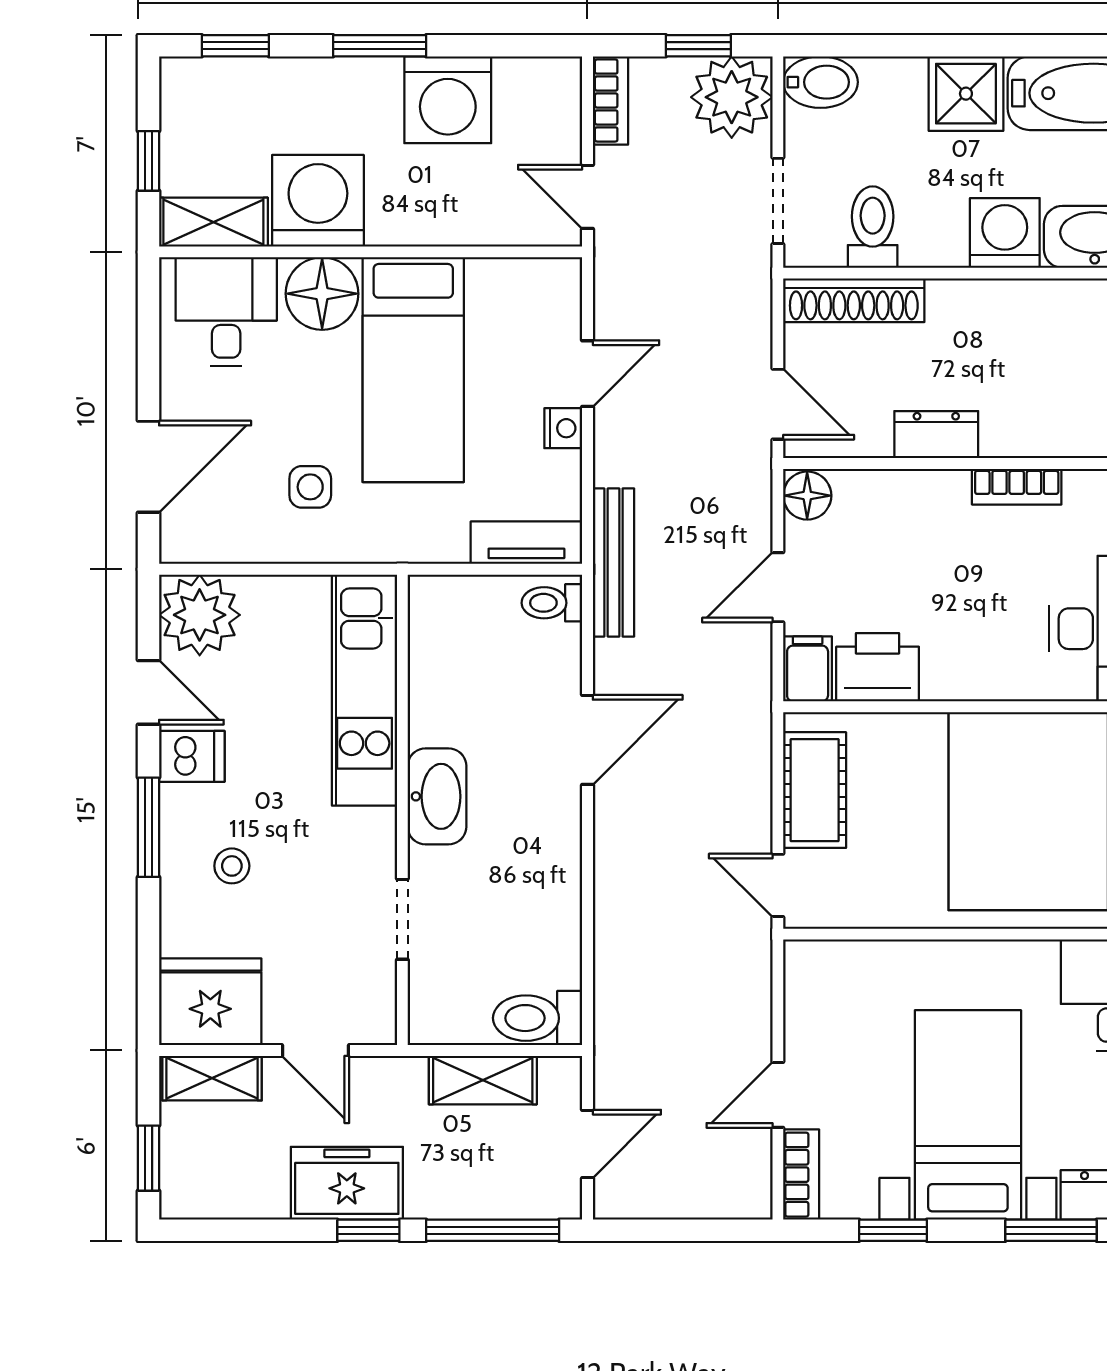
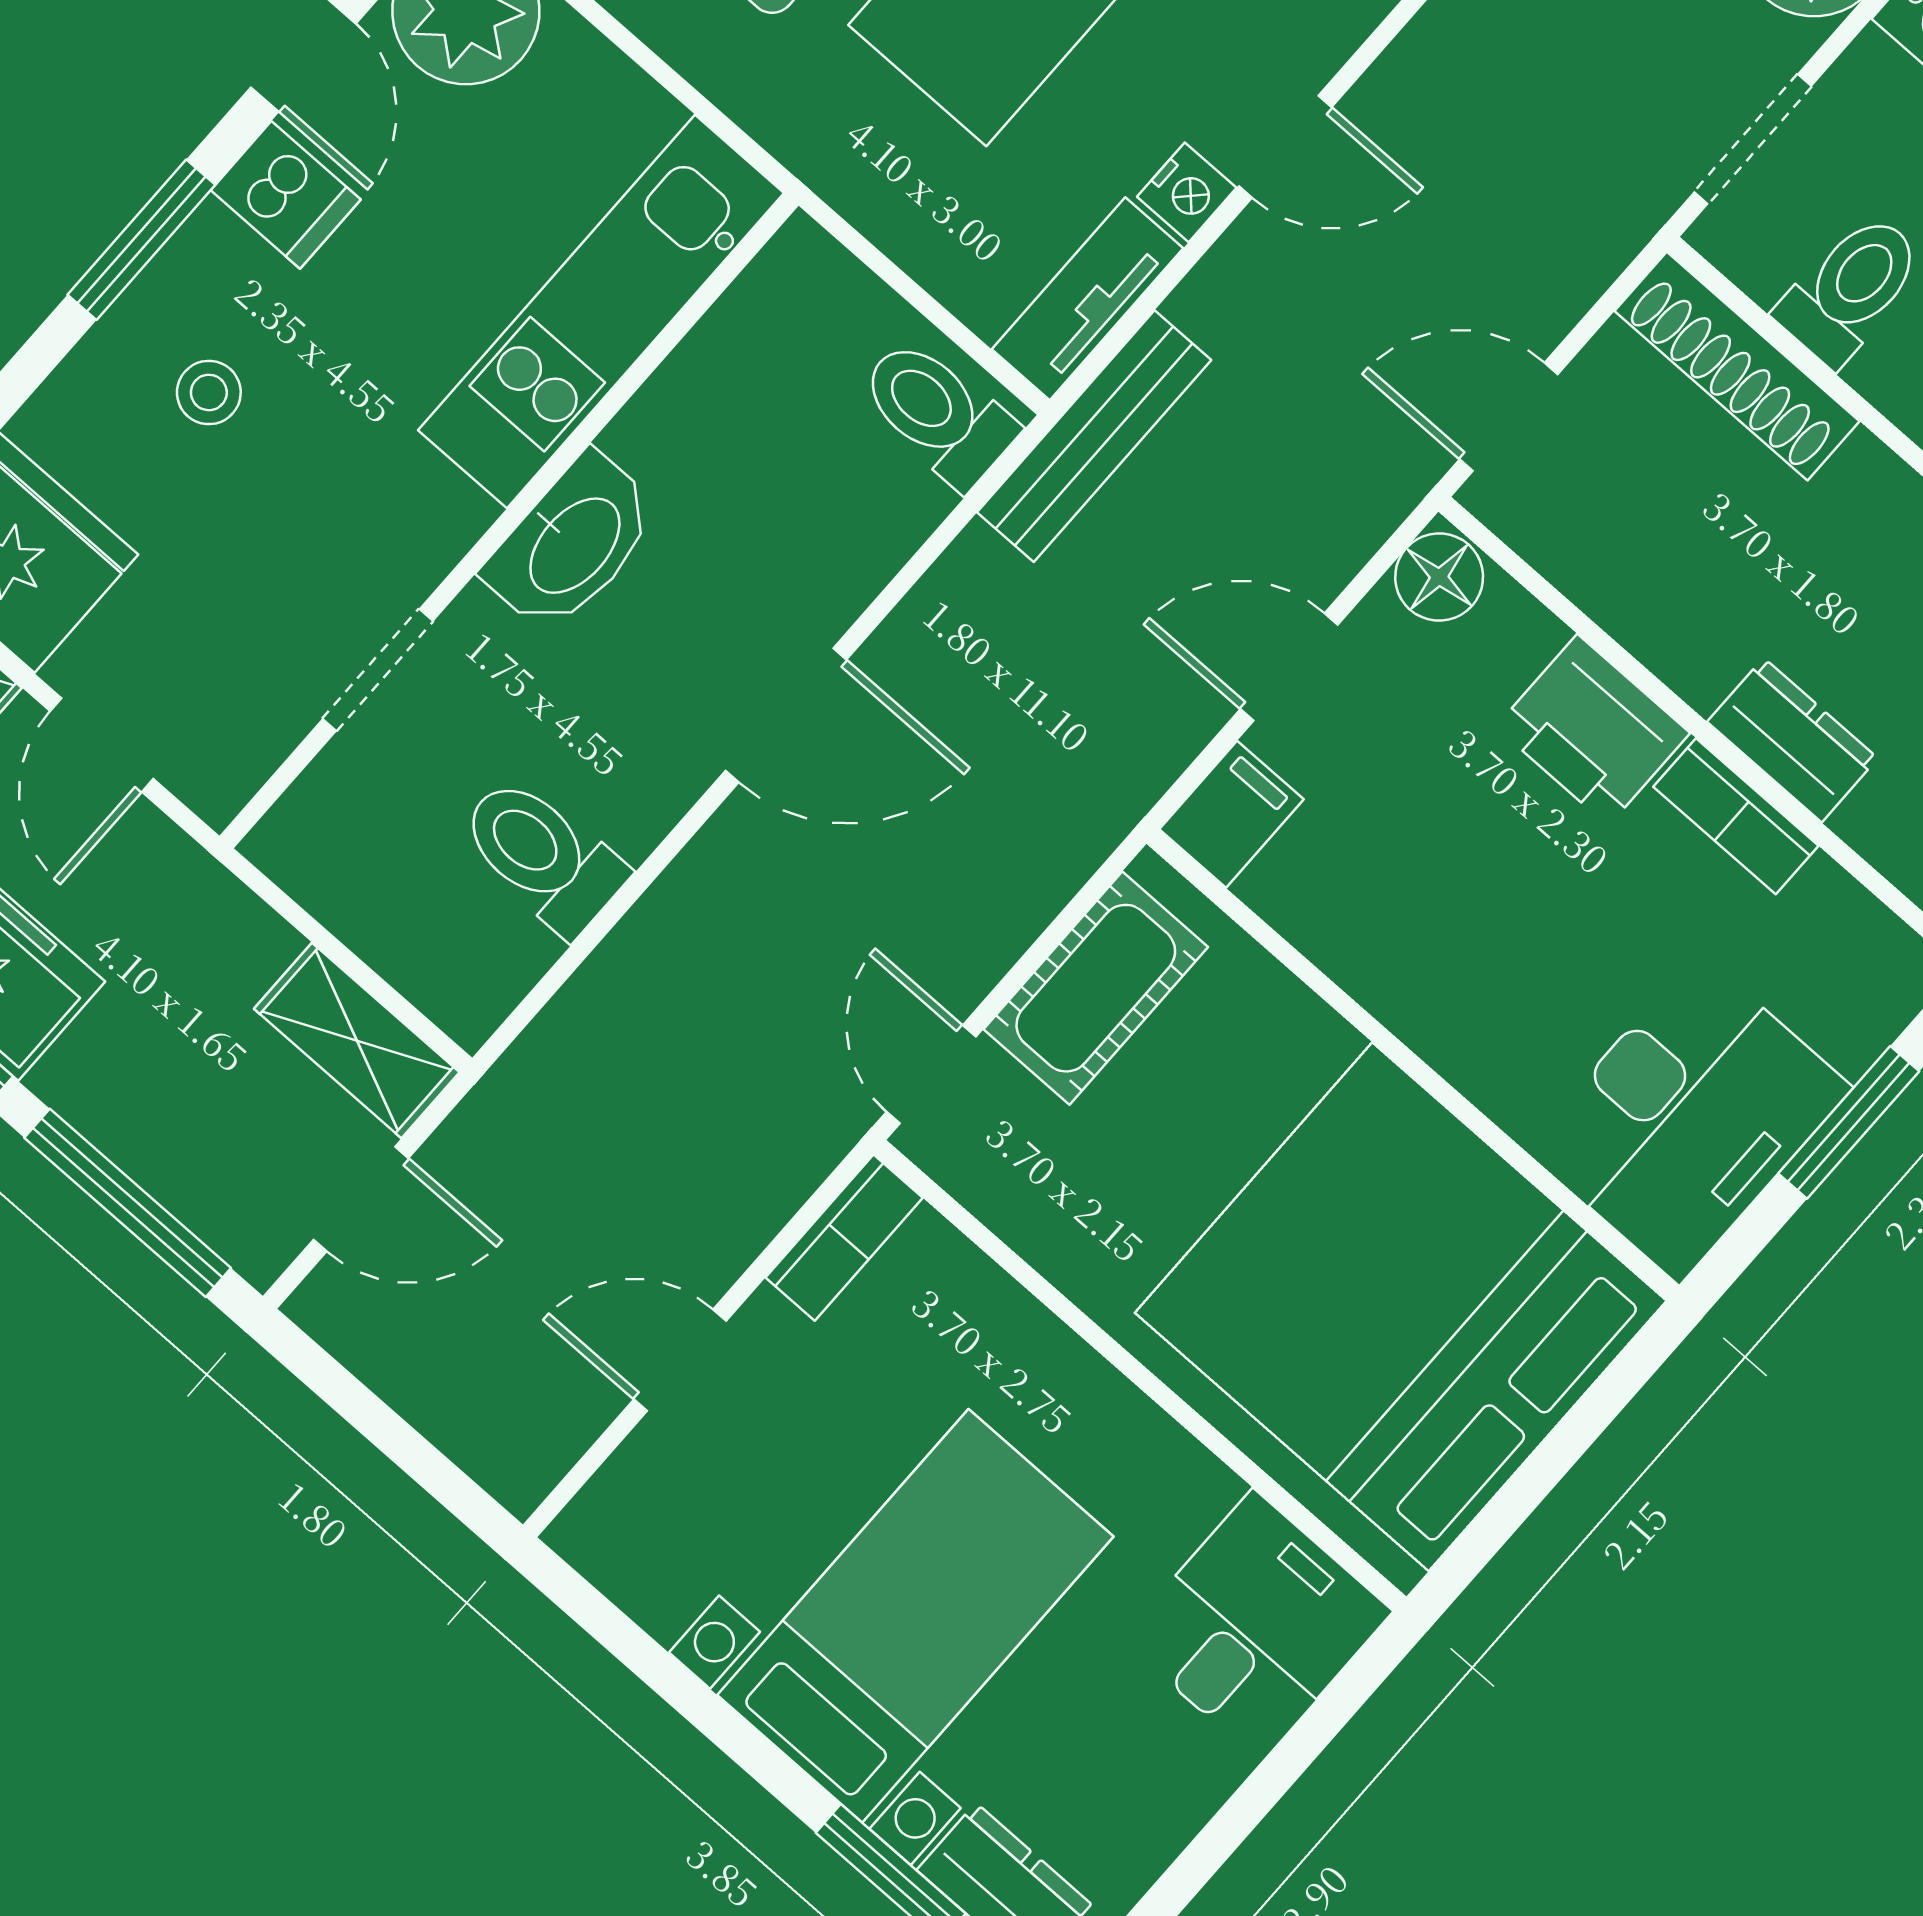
door: (778, 404) -> (1509, 417), swing flipped
dresser: (936, 435) -> (1793, 740), moved
tv unit: (526, 543) -> (1087, 299), moved, turned -90
toilet: (552, 603) -> (937, 413), width x1.37, depth x1.39
printer: (878, 667) -> (1593, 730), moved, turned 180
door: (587, 740) -> (786, 715), moved
toilet: (538, 1018) -> (542, 855), moved
shelving: (483, 1080) -> (357, 1041), moved
bookcase: (801, 1175) -> (844, 1238), moved
window: (893, 1230) -> (675, 1683), removed

